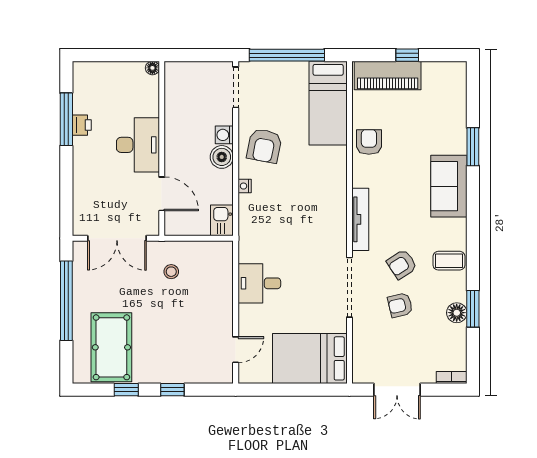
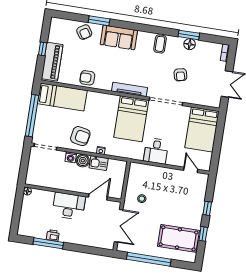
kitchen sink: (222, 220) -> (99, 163), moved
bed: (309, 231) -> (131, 119), added
armchair: (402, 264) -> (84, 32), moved

